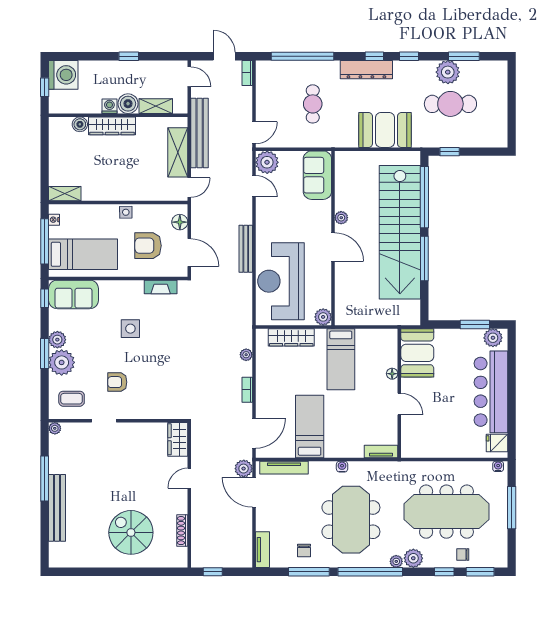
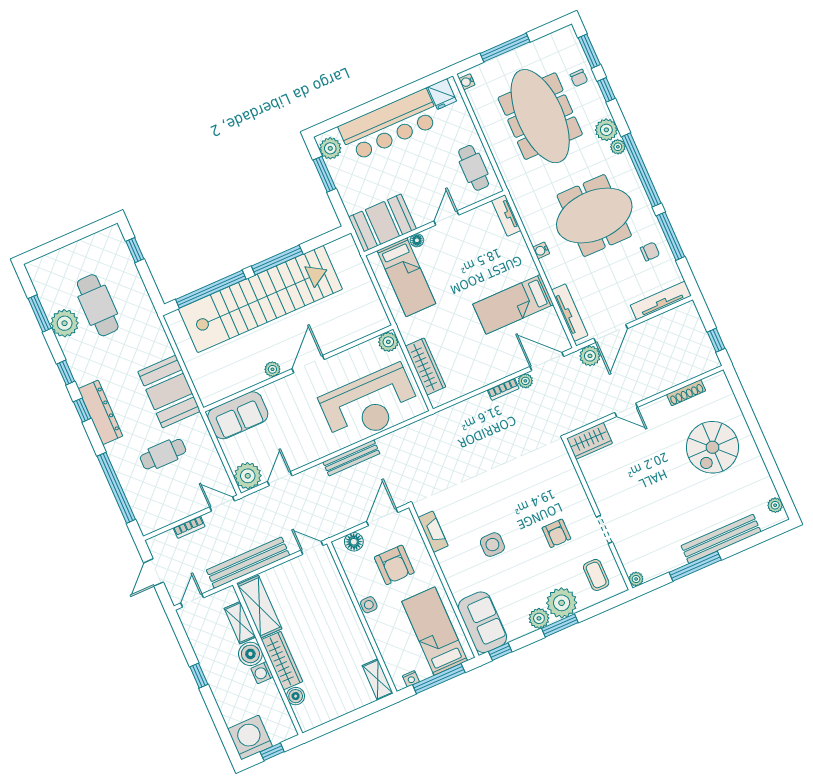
bookcase: (247, 73) -> (189, 527), moved
booth: (385, 130) -> (169, 391), moved
shelving: (178, 152) -> (259, 607), moved, turned 90
window: (450, 152) -> (135, 250), moved
plant: (246, 355) -> (525, 381), moved
bed: (341, 359) -> (406, 277), moved, turned 90
cafe table: (429, 442) -> (474, 168), added
tv unit: (262, 550) -> (661, 300), width x1.41
plant: (65, 561) -> (775, 505), added

